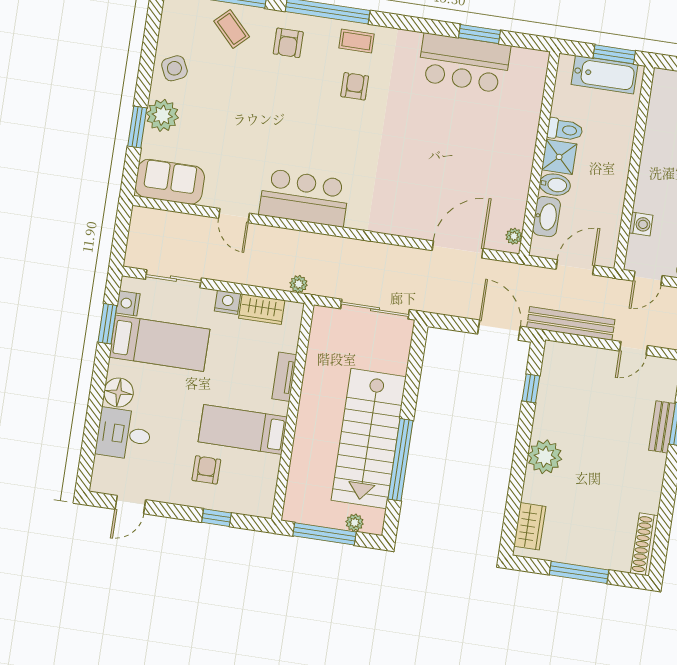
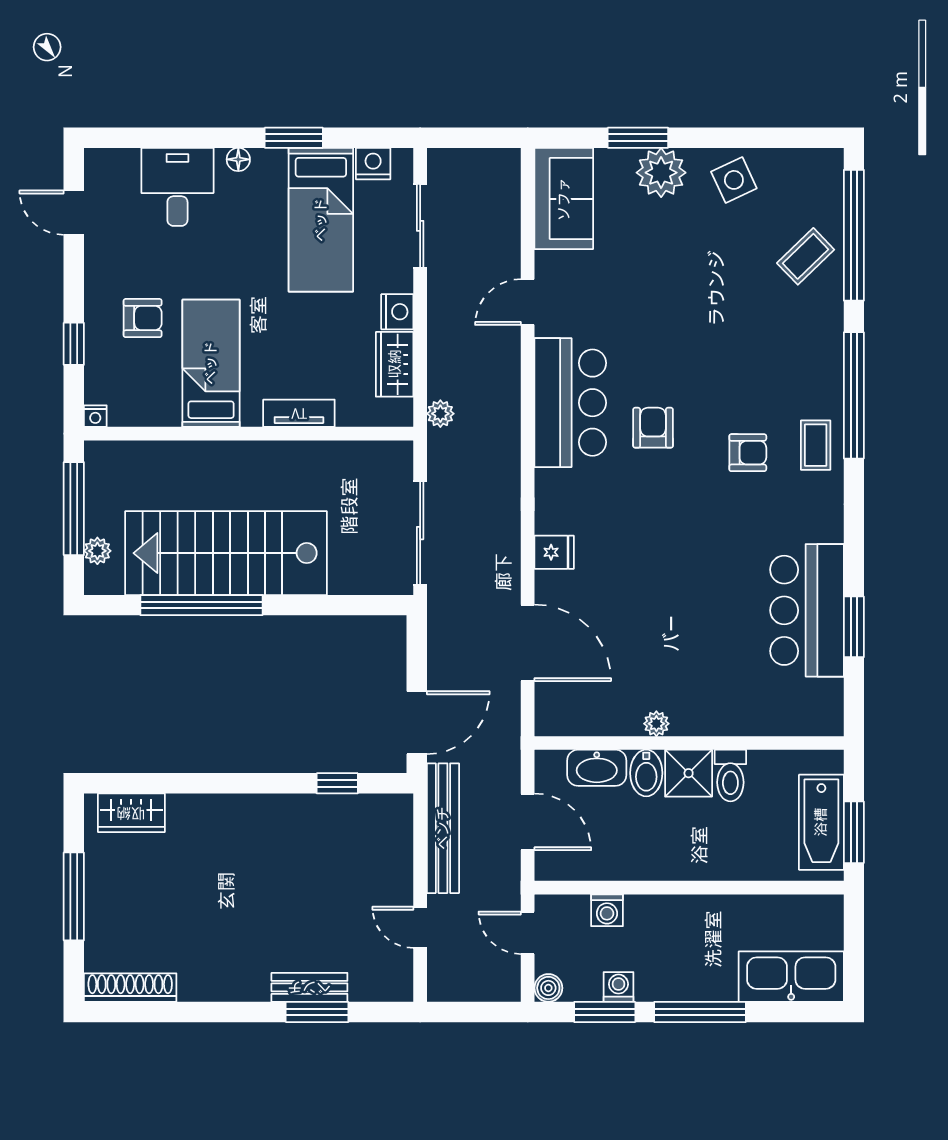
armchair: (288, 43) -> (653, 428), moved, turned 90
fridge: (401, 223) -> (554, 552), added
plant: (514, 236) -> (656, 724), moved
window: (107, 324) -> (294, 138), moved
floor lamp: (119, 392) -> (238, 159), width x0.53, depth x0.53
plant: (545, 457) -> (238, 819), removed
nightstand: (266, 511) -> (95, 416), added

